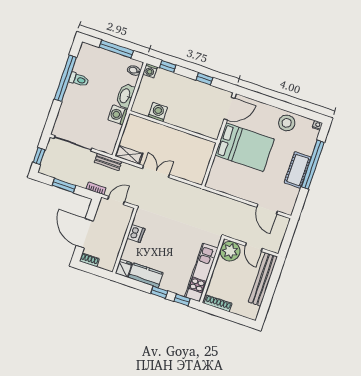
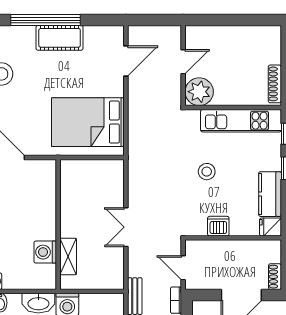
bed: (245, 147) -> (88, 122), moved, turned -90
shelving: (129, 155) -> (68, 256), moved
stool: (175, 238) -> (207, 172), added
bench: (263, 279) -> (222, 35), removed

